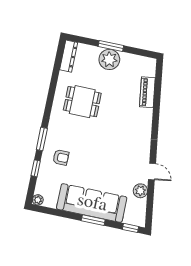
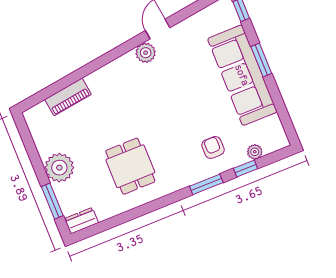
window: (111, 46) -> (52, 201), moved
dresser: (69, 56) -> (81, 221), width x0.70
plant: (140, 191) -> (146, 53), moved
plant: (38, 200) -> (255, 152), moved

